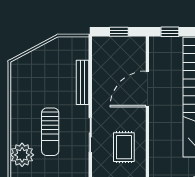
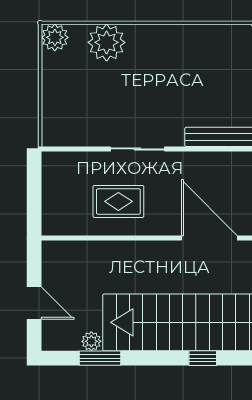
sun lounger: (50, 132) -> (143, 86), removed

